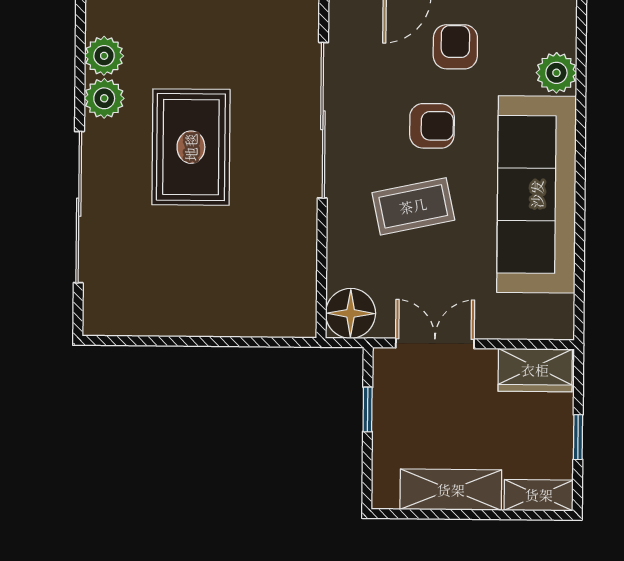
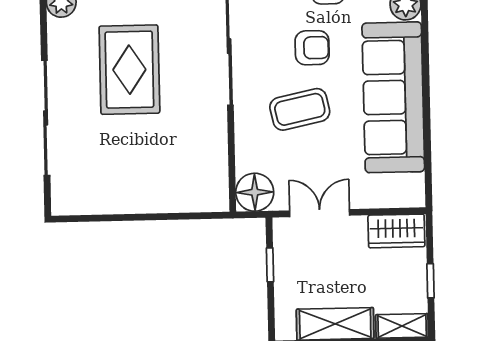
plant: (104, 98) -> (62, 35), removed

